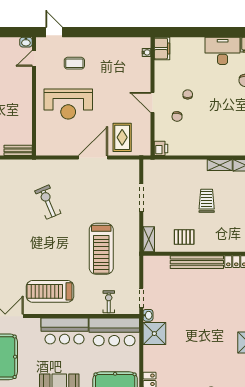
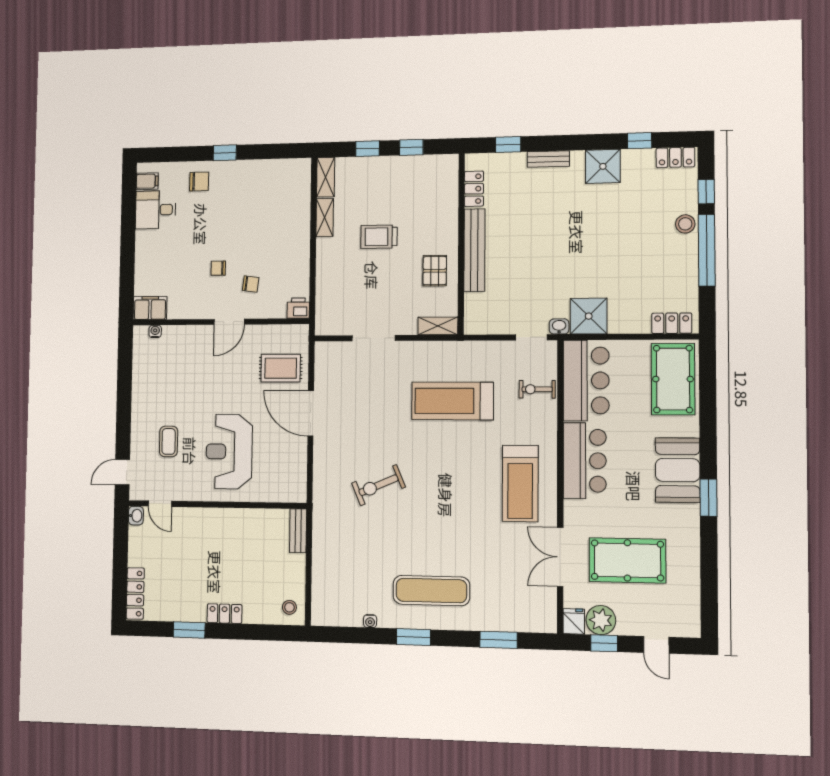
desk: (223, 51) -> (156, 210), width x0.73
reception desk: (68, 104) -> (229, 451), turned 180
treadmill: (101, 249) -> (452, 401), turned 180

